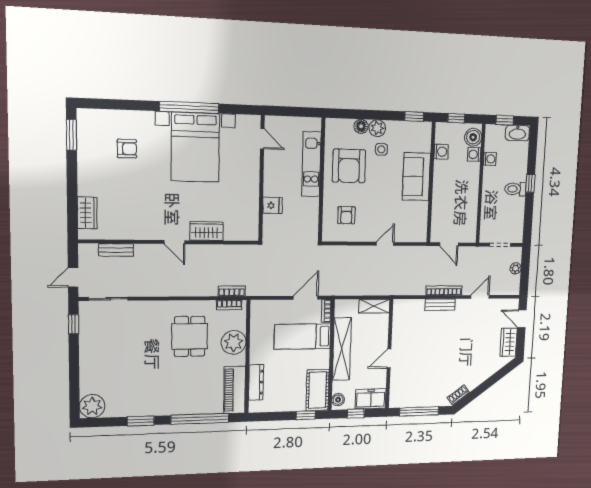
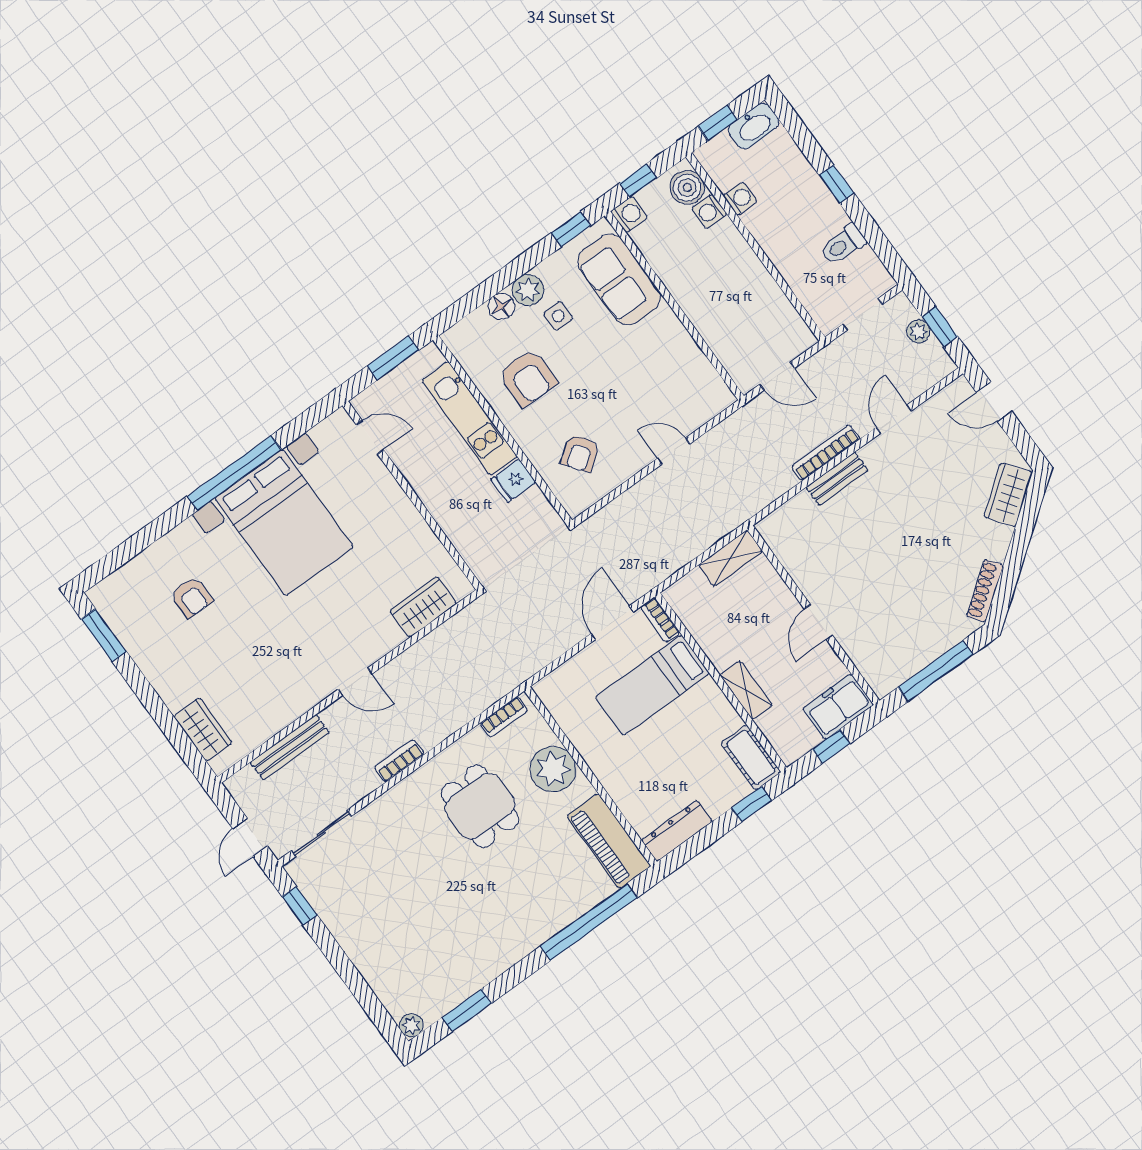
window: (298, 112) -> (393, 358), added
armchair: (127, 149) -> (191, 597), turned 90
washing machine: (441, 152) -> (629, 214), moved
armchair: (349, 166) -> (528, 378), width x0.73, depth x0.73
sofa: (416, 177) -> (619, 279), moved
toilet: (515, 189) -> (843, 245), moved
fridge: (272, 205) -> (513, 481), moved, turned 180
armchair: (346, 215) -> (580, 453), turned 53
wardrobe: (207, 231) -> (423, 607), moved
door: (385, 244) -> (674, 451), hinge flipped
bench: (116, 250) -> (290, 747), width x1.36
window: (525, 273) -> (940, 327), added
bookcase: (232, 291) -> (399, 761), moved
wardrobe: (509, 342) -> (1008, 495), moved, turned 53
shelving: (342, 349) -> (746, 690), width x0.45, depth x0.75
dresser: (256, 382) -> (677, 831), moved, turned -90
cot: (318, 390) -> (751, 757), width x0.73, depth x0.75
shoe rack: (458, 395) -> (985, 591), width x1.43
boiler: (338, 400) -> (785, 744), removed
plant: (92, 406) -> (411, 1025), width x0.53, depth x0.53
window: (141, 421) -> (467, 1010), moved

